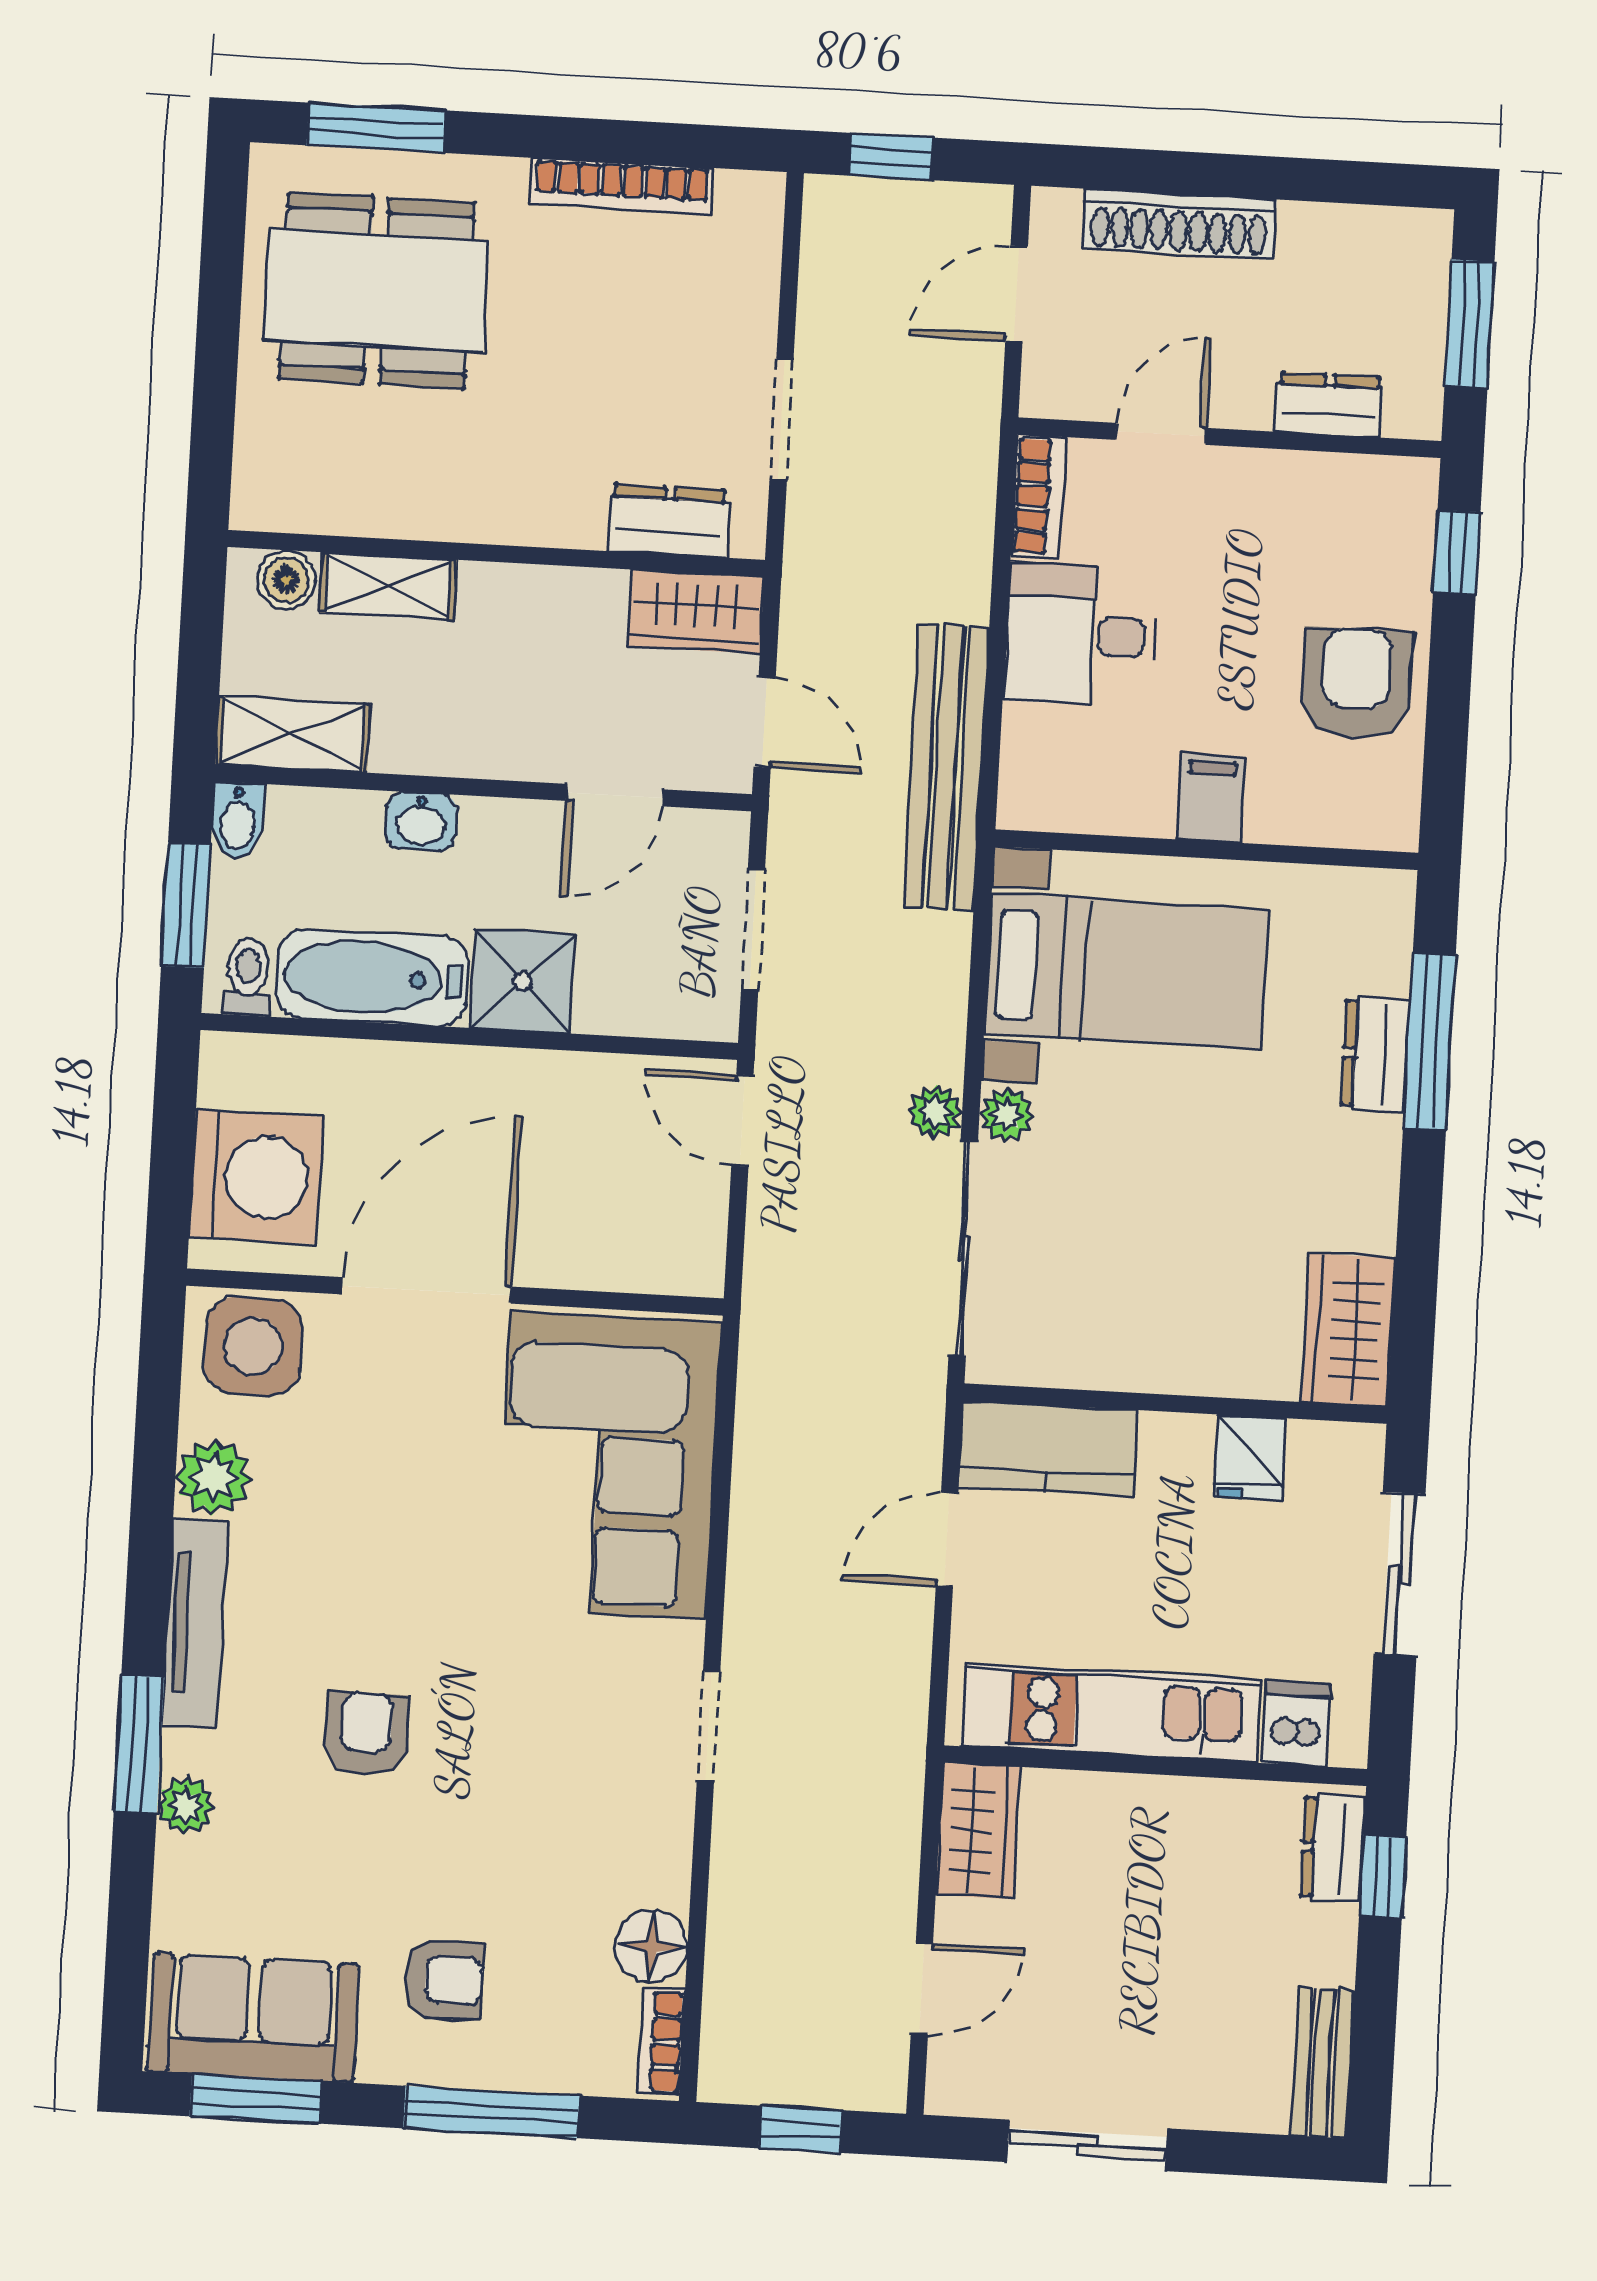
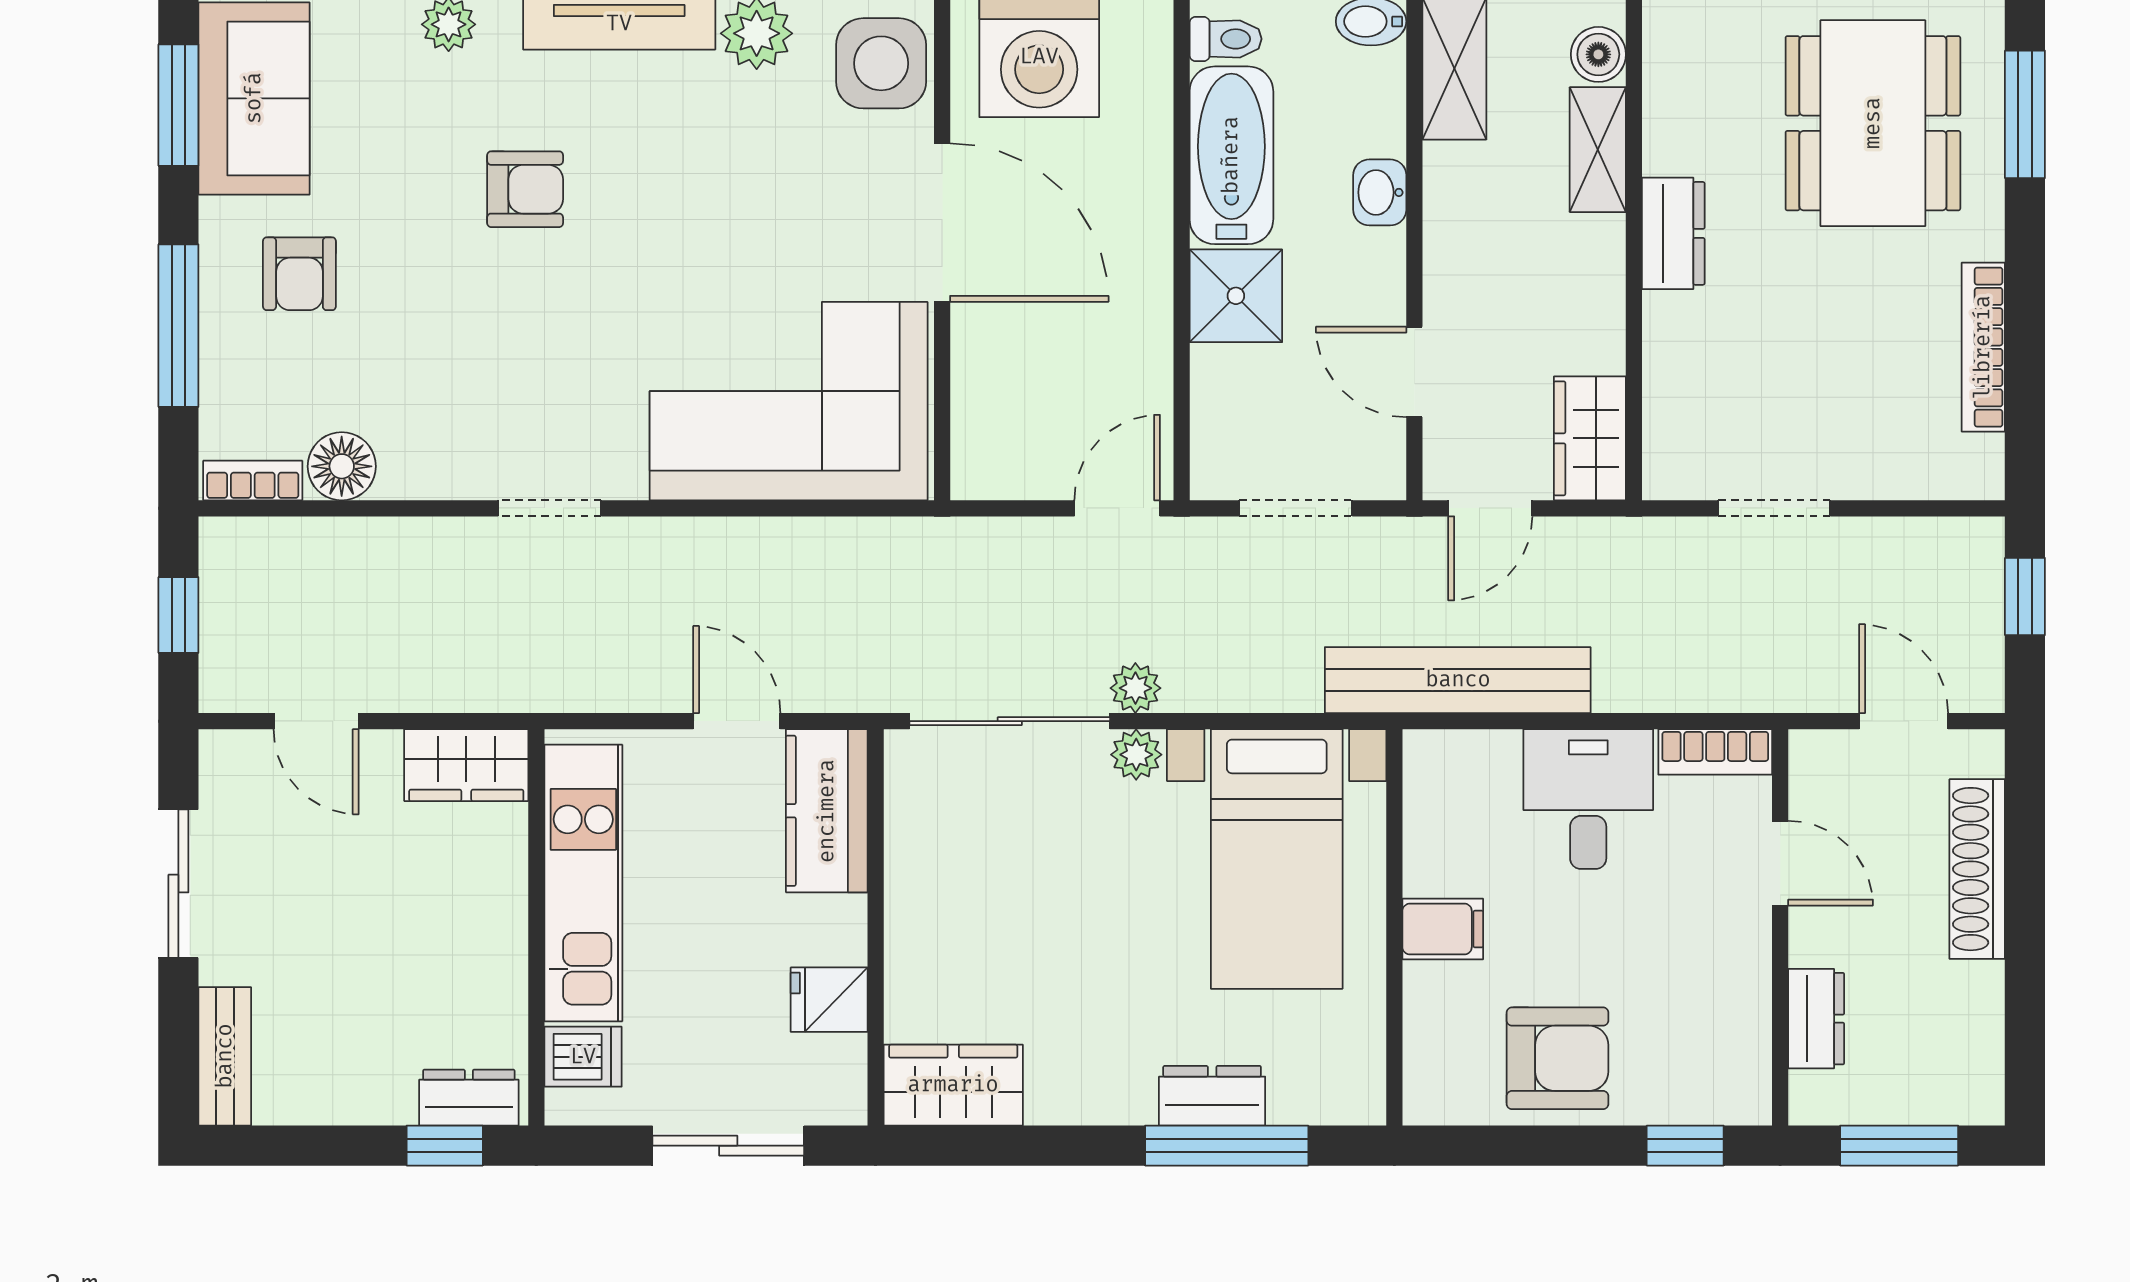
dresser: (668, 521) -> (1673, 233), moved
bench: (1323, 2063) -> (225, 1056), moved, turned 90

